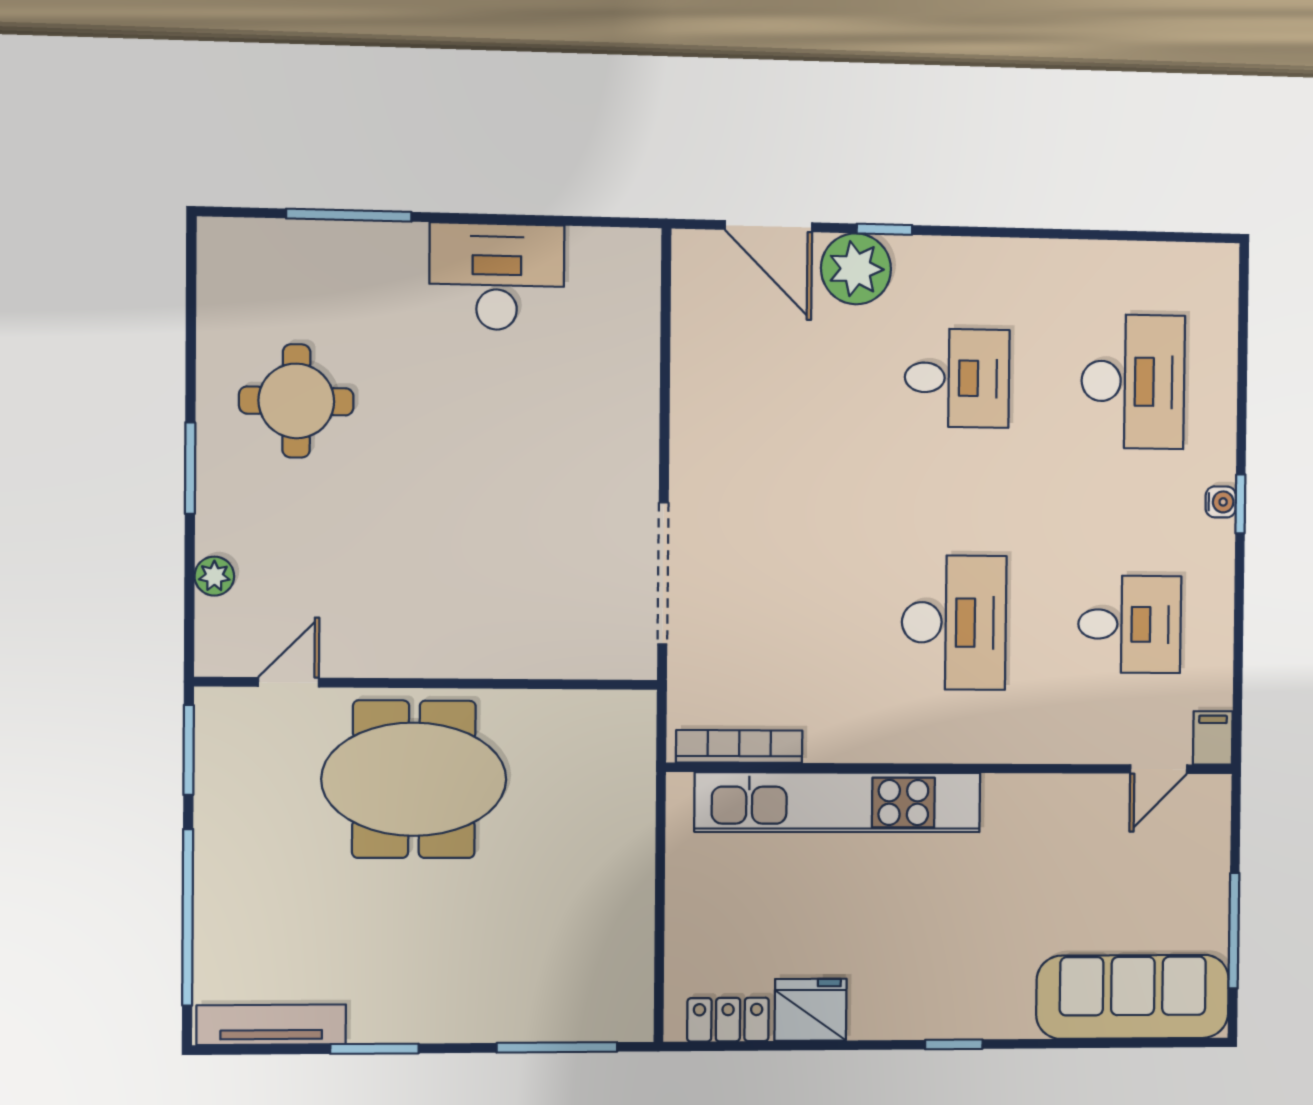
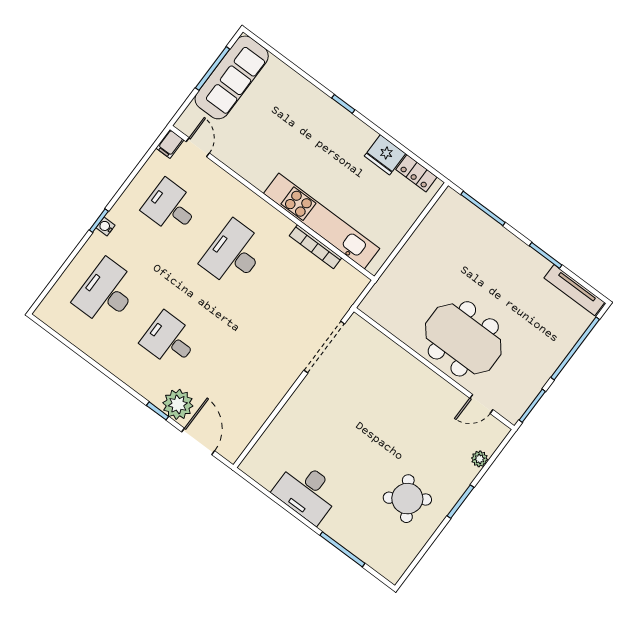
round table: (296, 401) -> (407, 499), turned -34
bookcase: (739, 746) -> (315, 247), moved
door: (1159, 769) -> (198, 147), hinge flipped
sofa: (1133, 997) -> (232, 77), moved, turned -90

